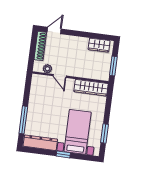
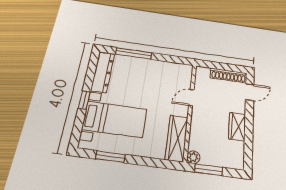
door: (54, 30) -> (250, 92), hinge flipped
wardrobe: (99, 45) -> (237, 127), moved
plant: (47, 69) -> (193, 157), moved

